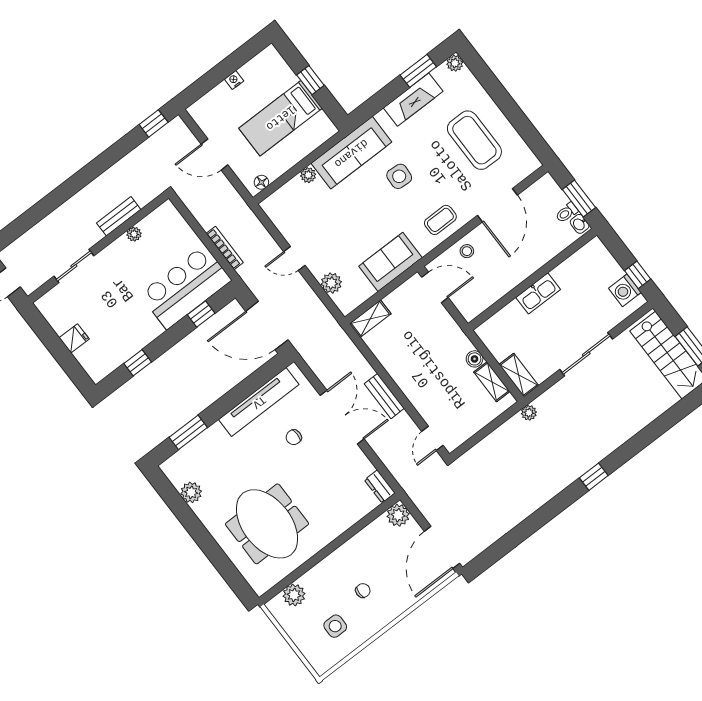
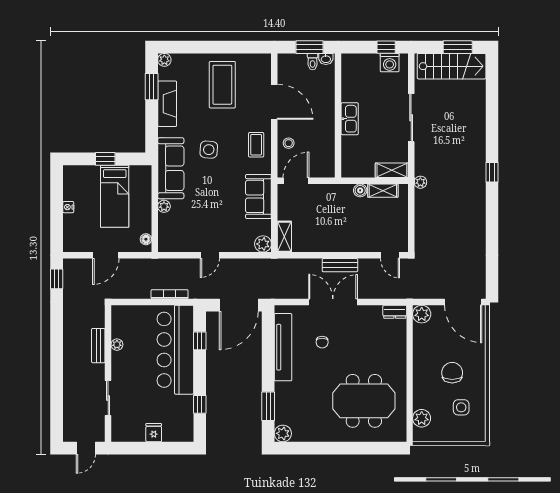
coffee table: (474, 140) -> (222, 85), turned 90
plant: (331, 283) -> (263, 244), moved
bar counter: (186, 287) -> (175, 350), width x1.36
plant: (191, 492) -> (283, 433), moved
chair: (363, 591) -> (452, 373), width x1.87, depth x1.87

